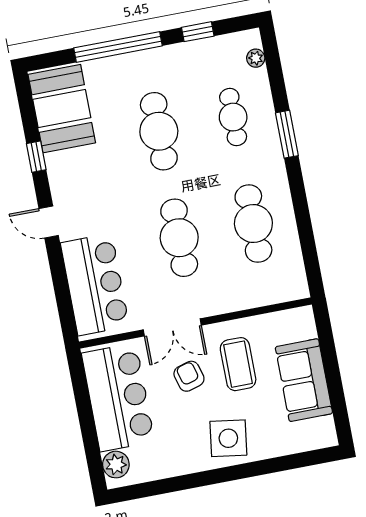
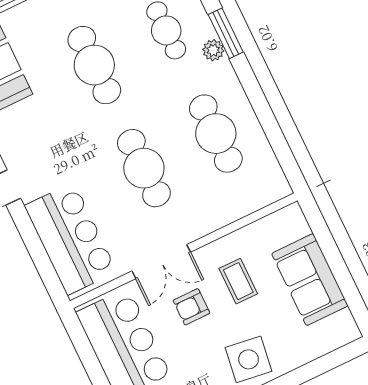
plant: (271, 147) -> (213, 50), added
coffee table: (238, 364) -> (238, 281), width x0.73, depth x0.77
armchair: (189, 376) -> (191, 307), turned -74

